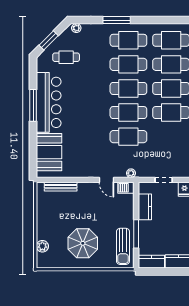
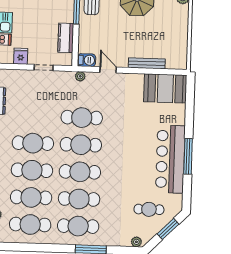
booth: (49, 152) -> (165, 88), moved, turned 90
bench: (61, 187) -> (147, 63), moved

